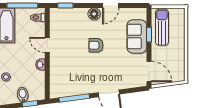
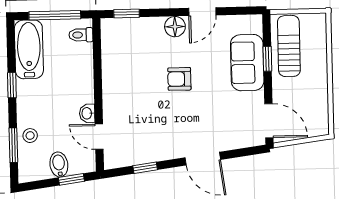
door: (47, 45) -> (99, 137), moved
window: (74, 98) -> (145, 168), width x0.46

